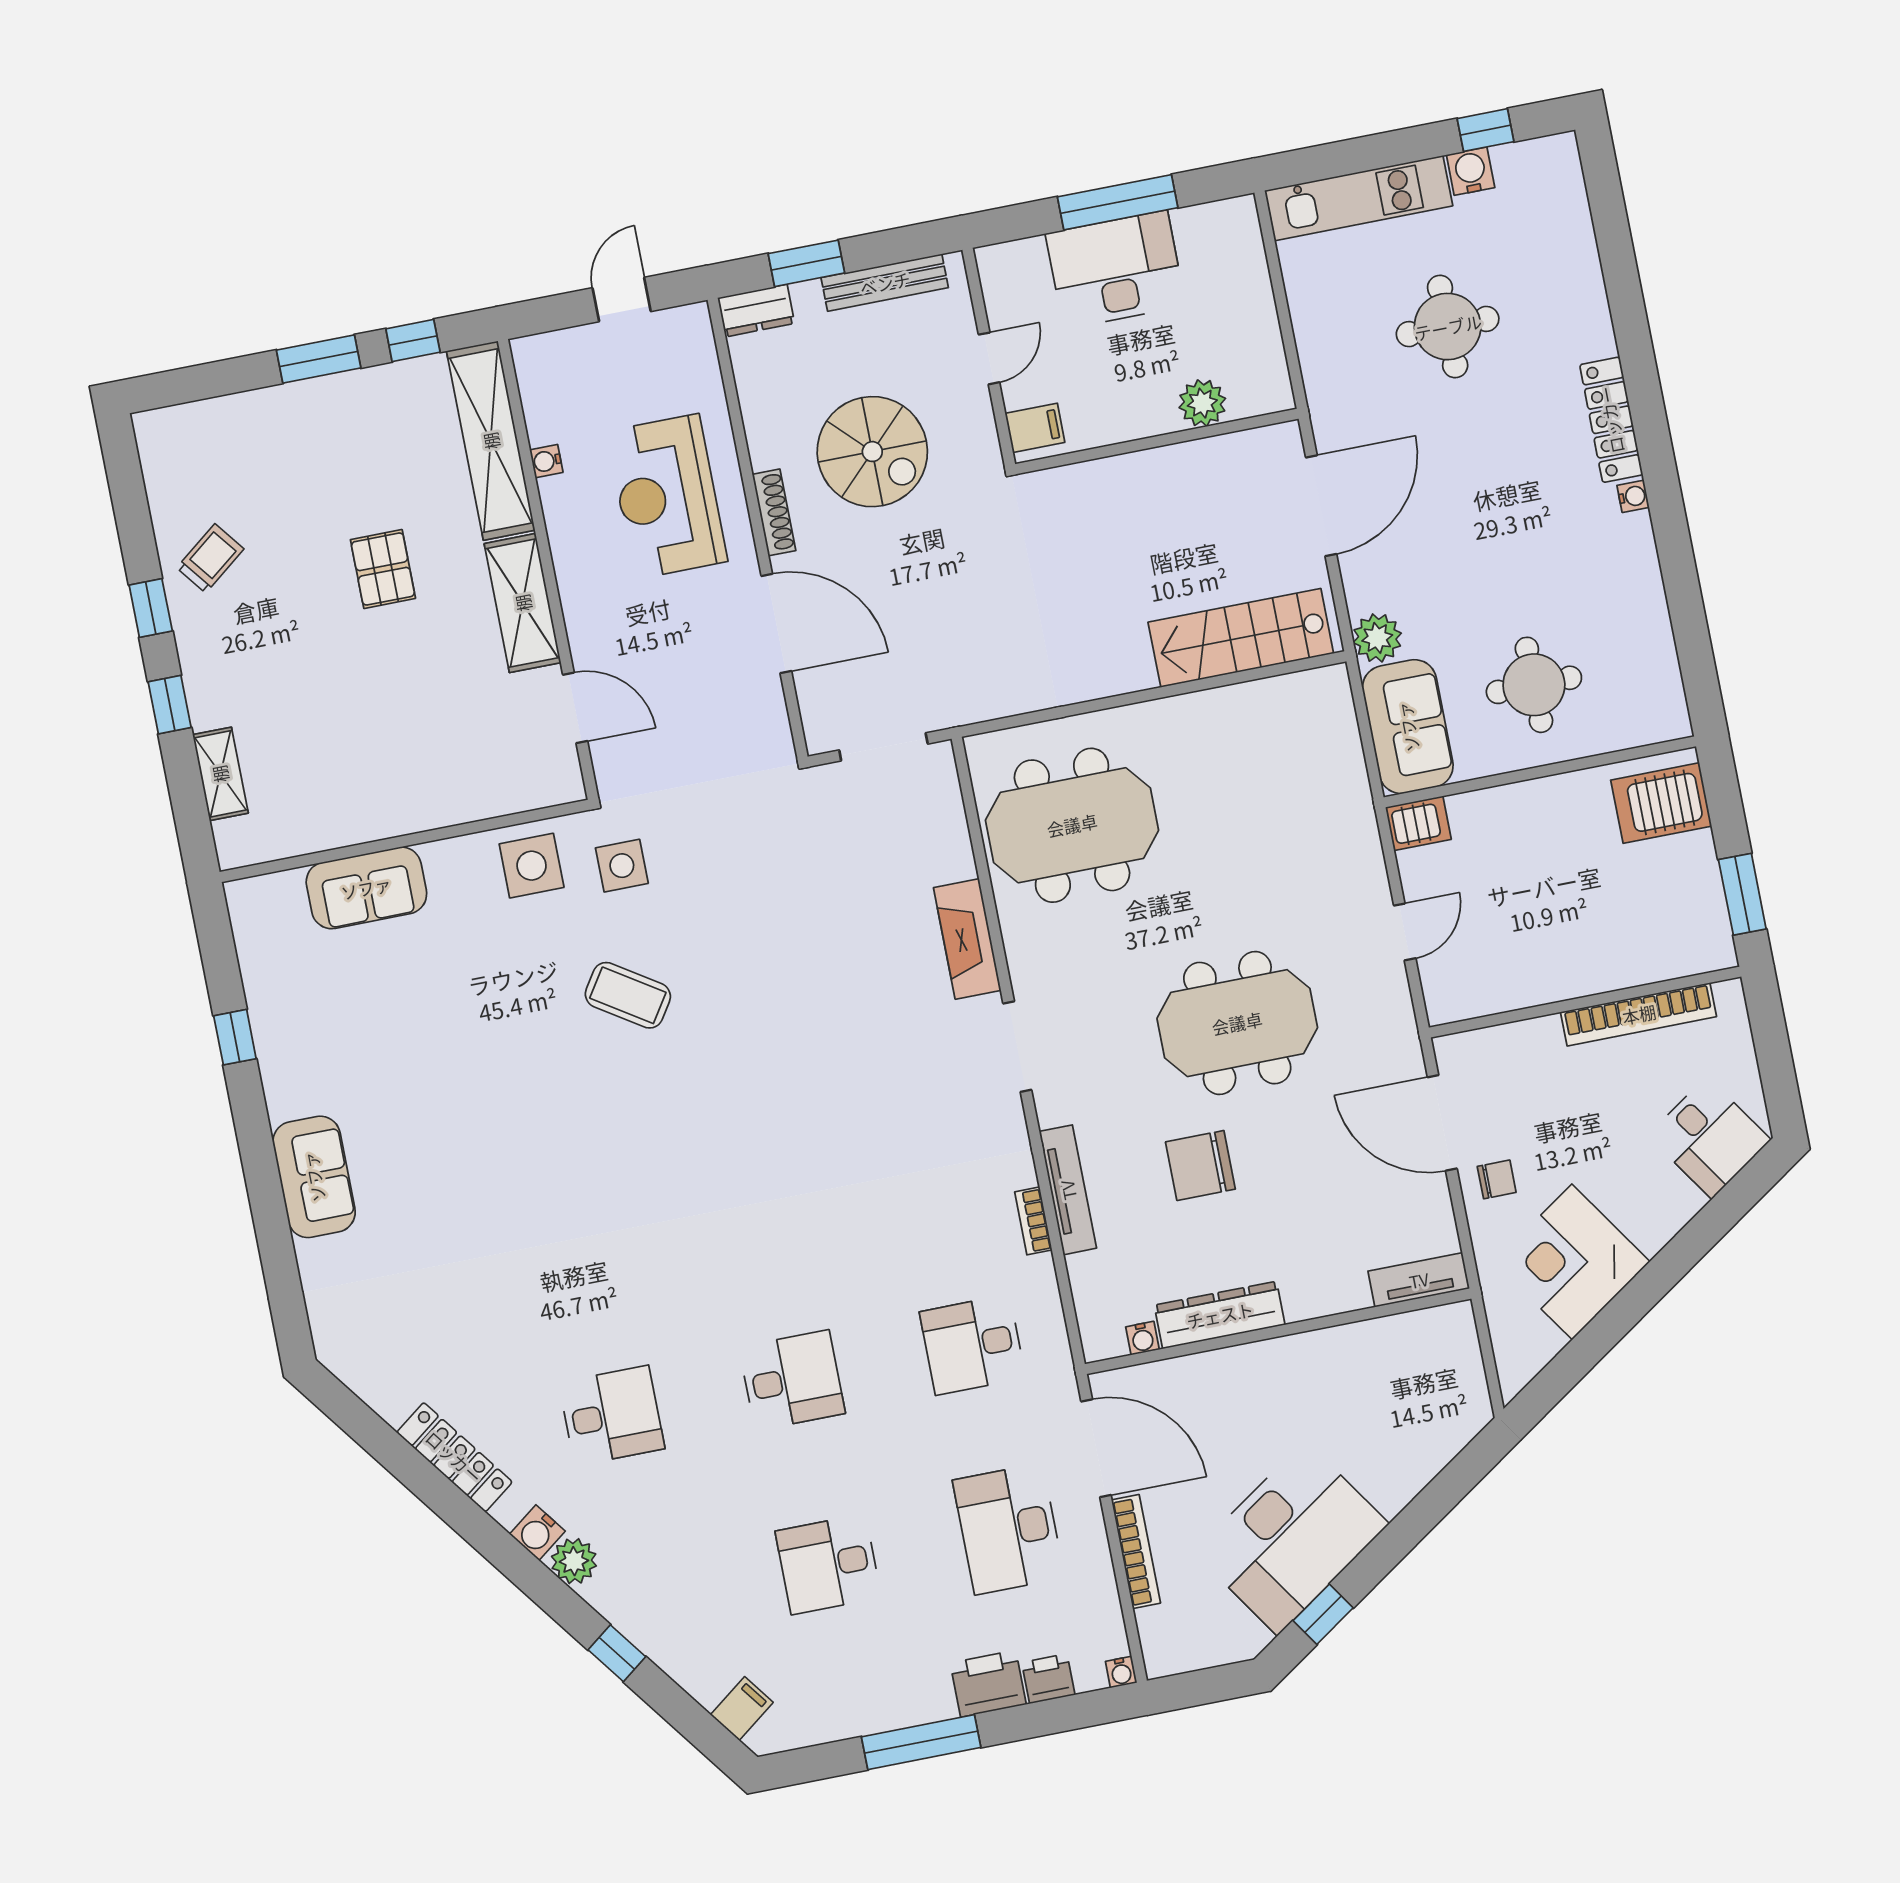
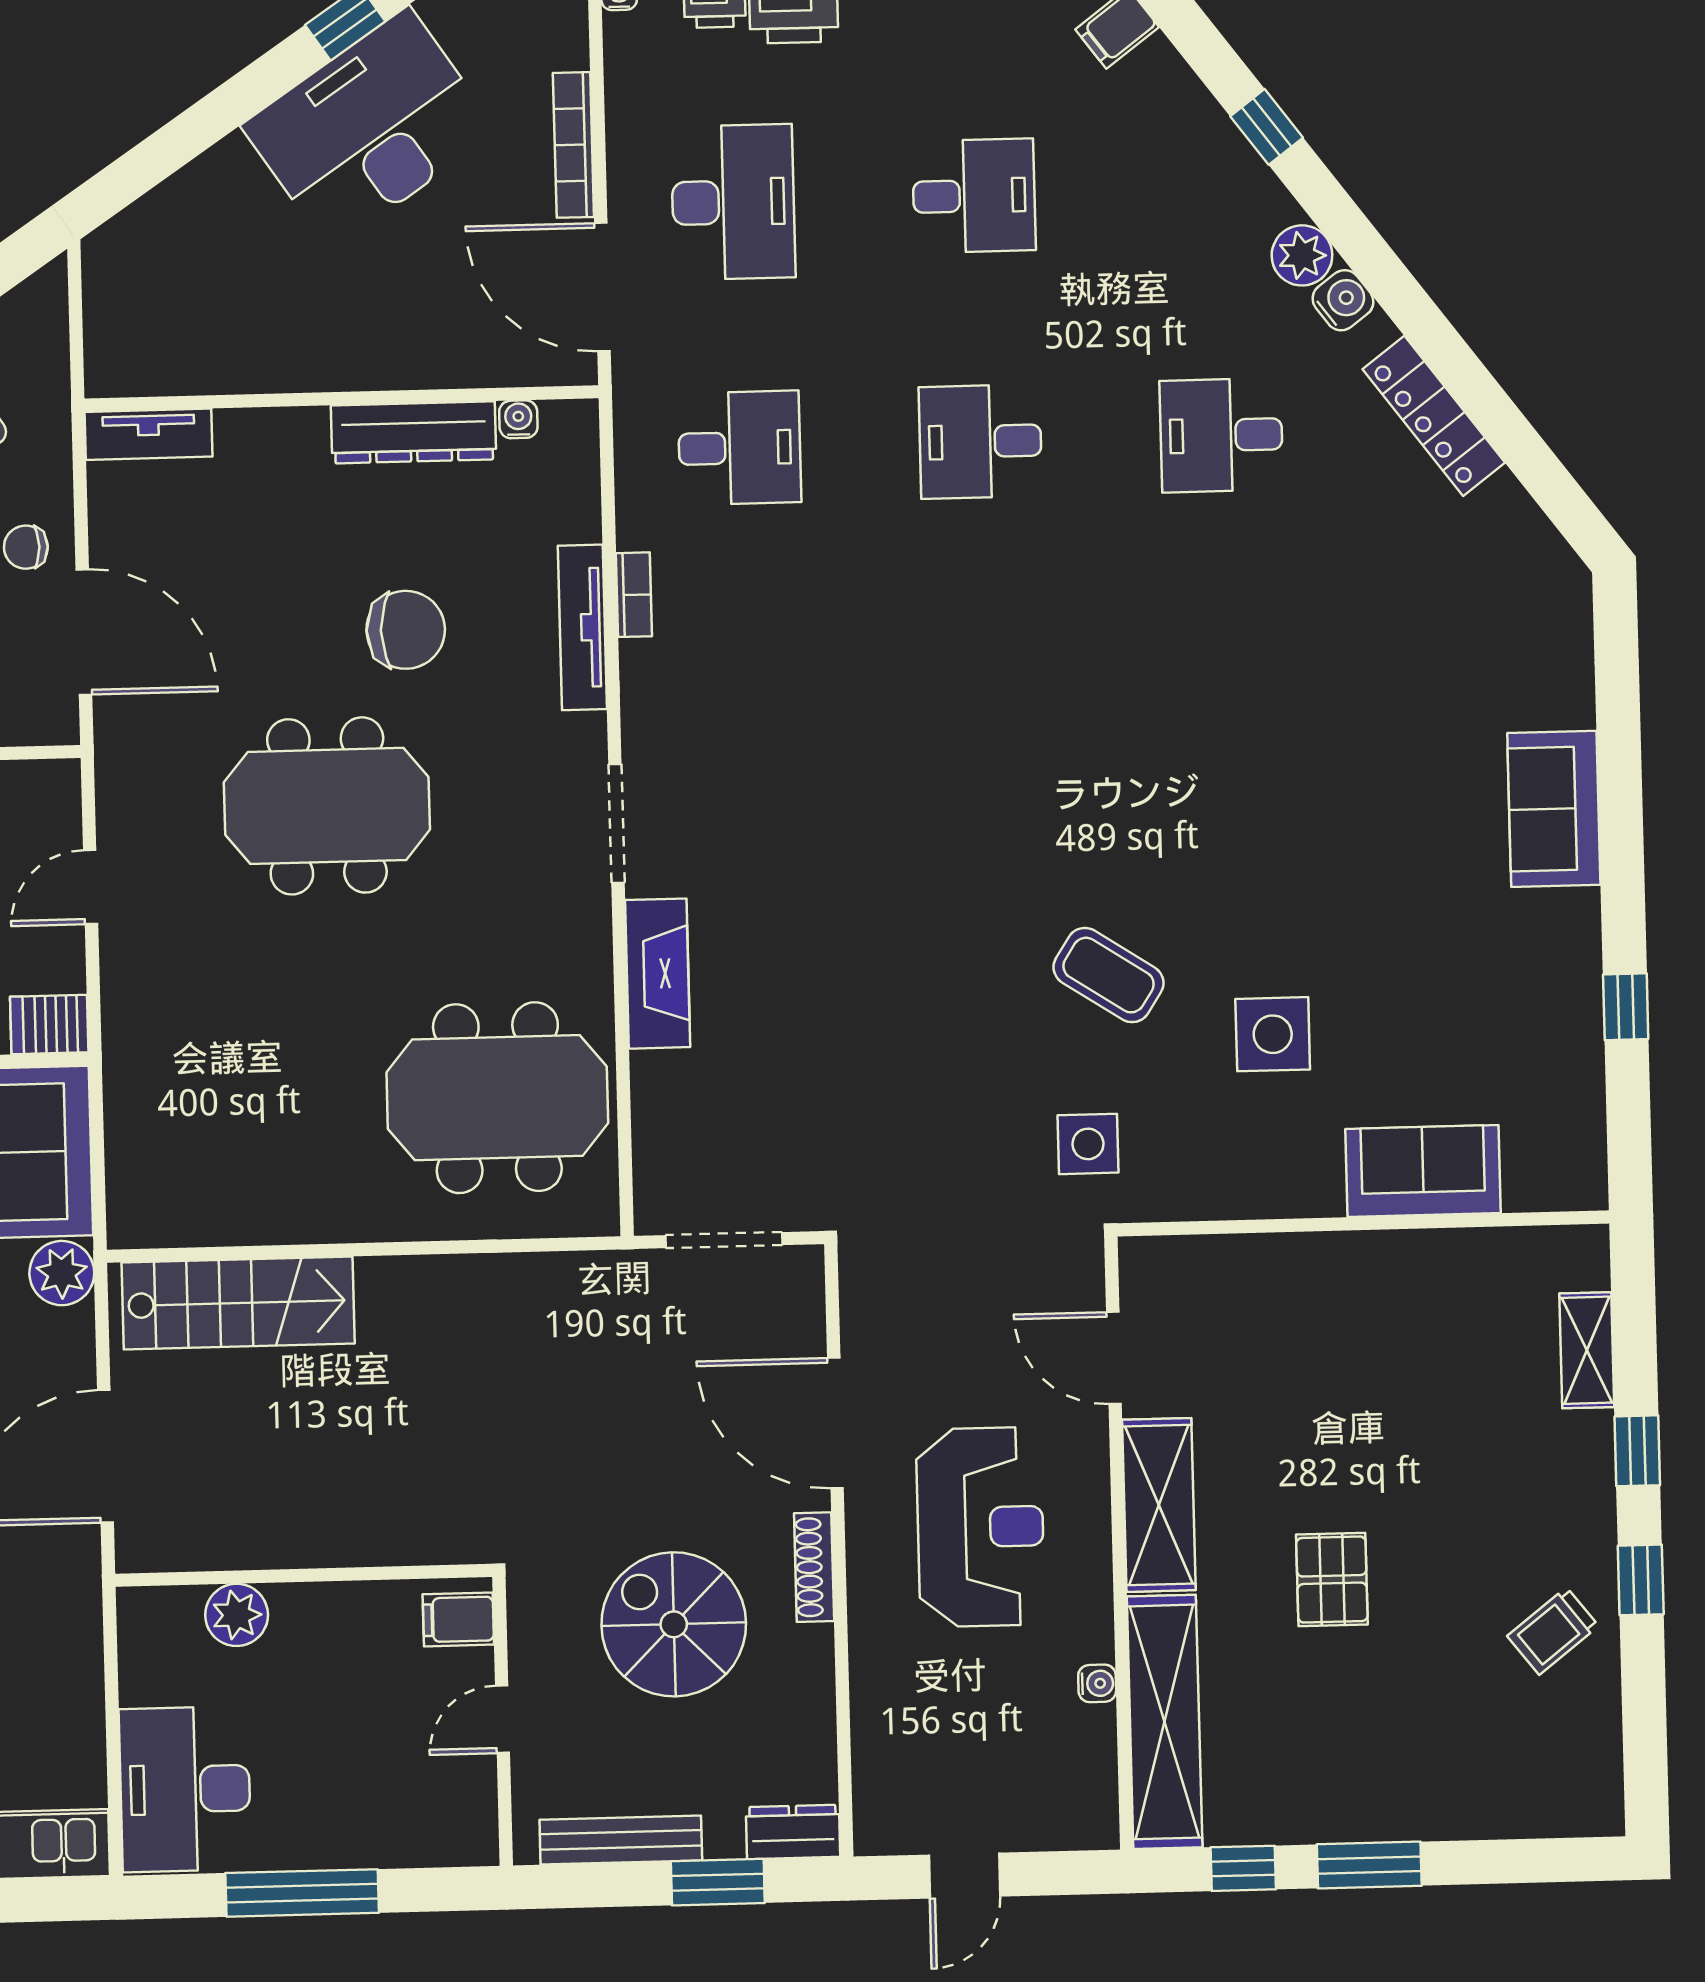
desk: (1115, 270) -> (185, 1789), moved, turned 90
reception desk: (667, 496) -> (980, 1527), moved
side table: (532, 866) -> (1273, 1034), moved

